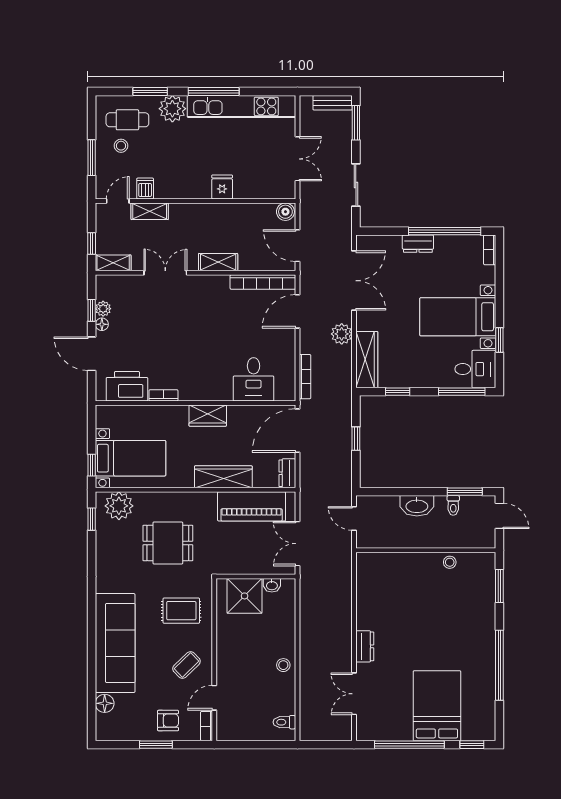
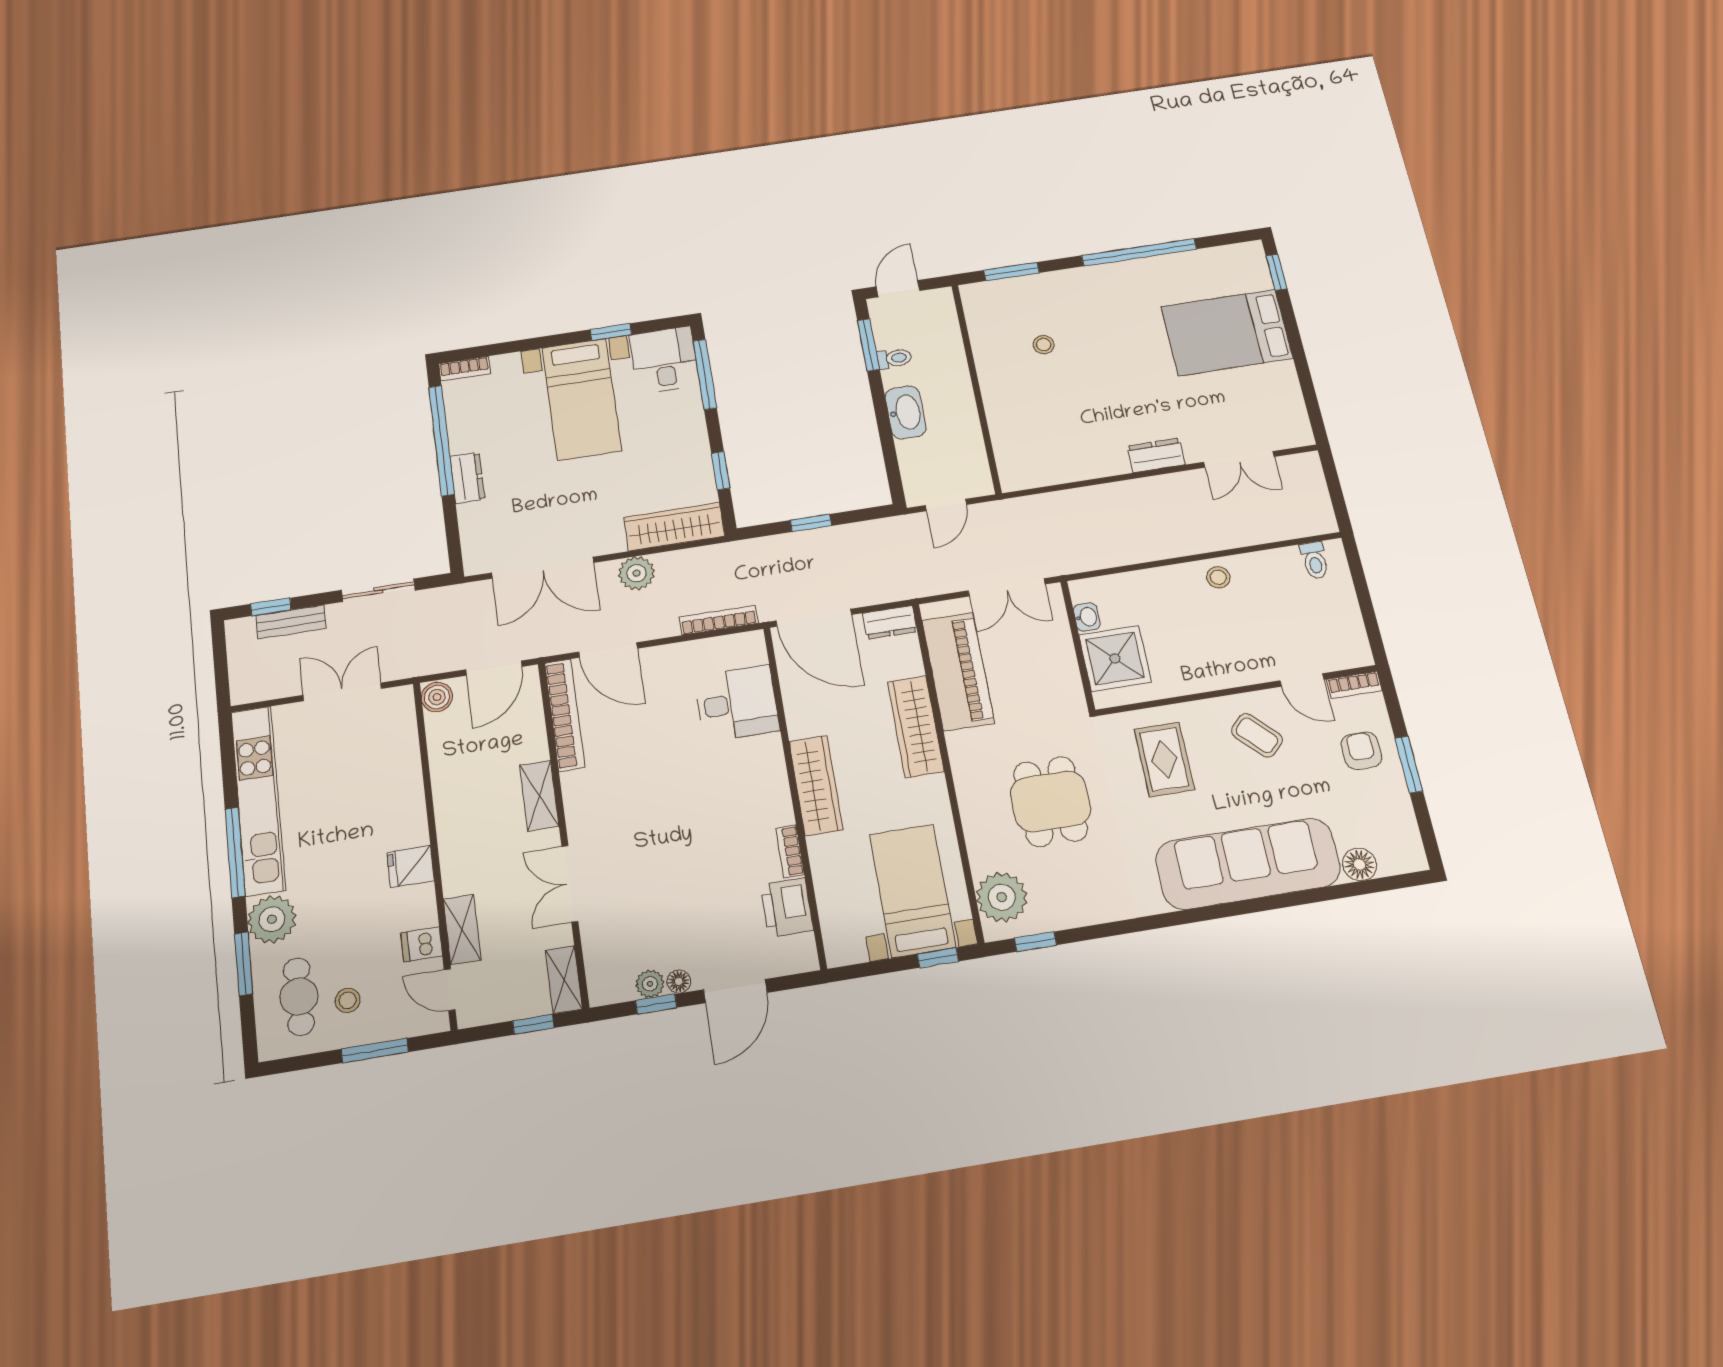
bench: (333, 103) -> (291, 622), moved, turned 90
window: (356, 123) -> (271, 607), width x0.67
fridge: (222, 187) -> (411, 866), moved
double door: (354, 281) -> (543, 568), swing flipped
printer: (127, 386) -> (787, 907), width x0.73, depth x0.84
wardrobe: (208, 416) -> (816, 786), width x1.50
stool: (450, 562) -> (1044, 345), moved
window: (409, 745) -> (1301, 363), removed

